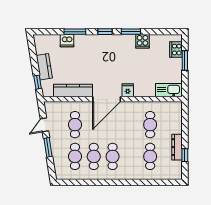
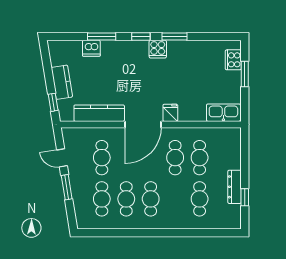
cooker: (142, 41) -> (158, 49), moved
door: (44, 125) -> (62, 158), hinge flipped
cafe table: (131, 125) -> (175, 158), added

